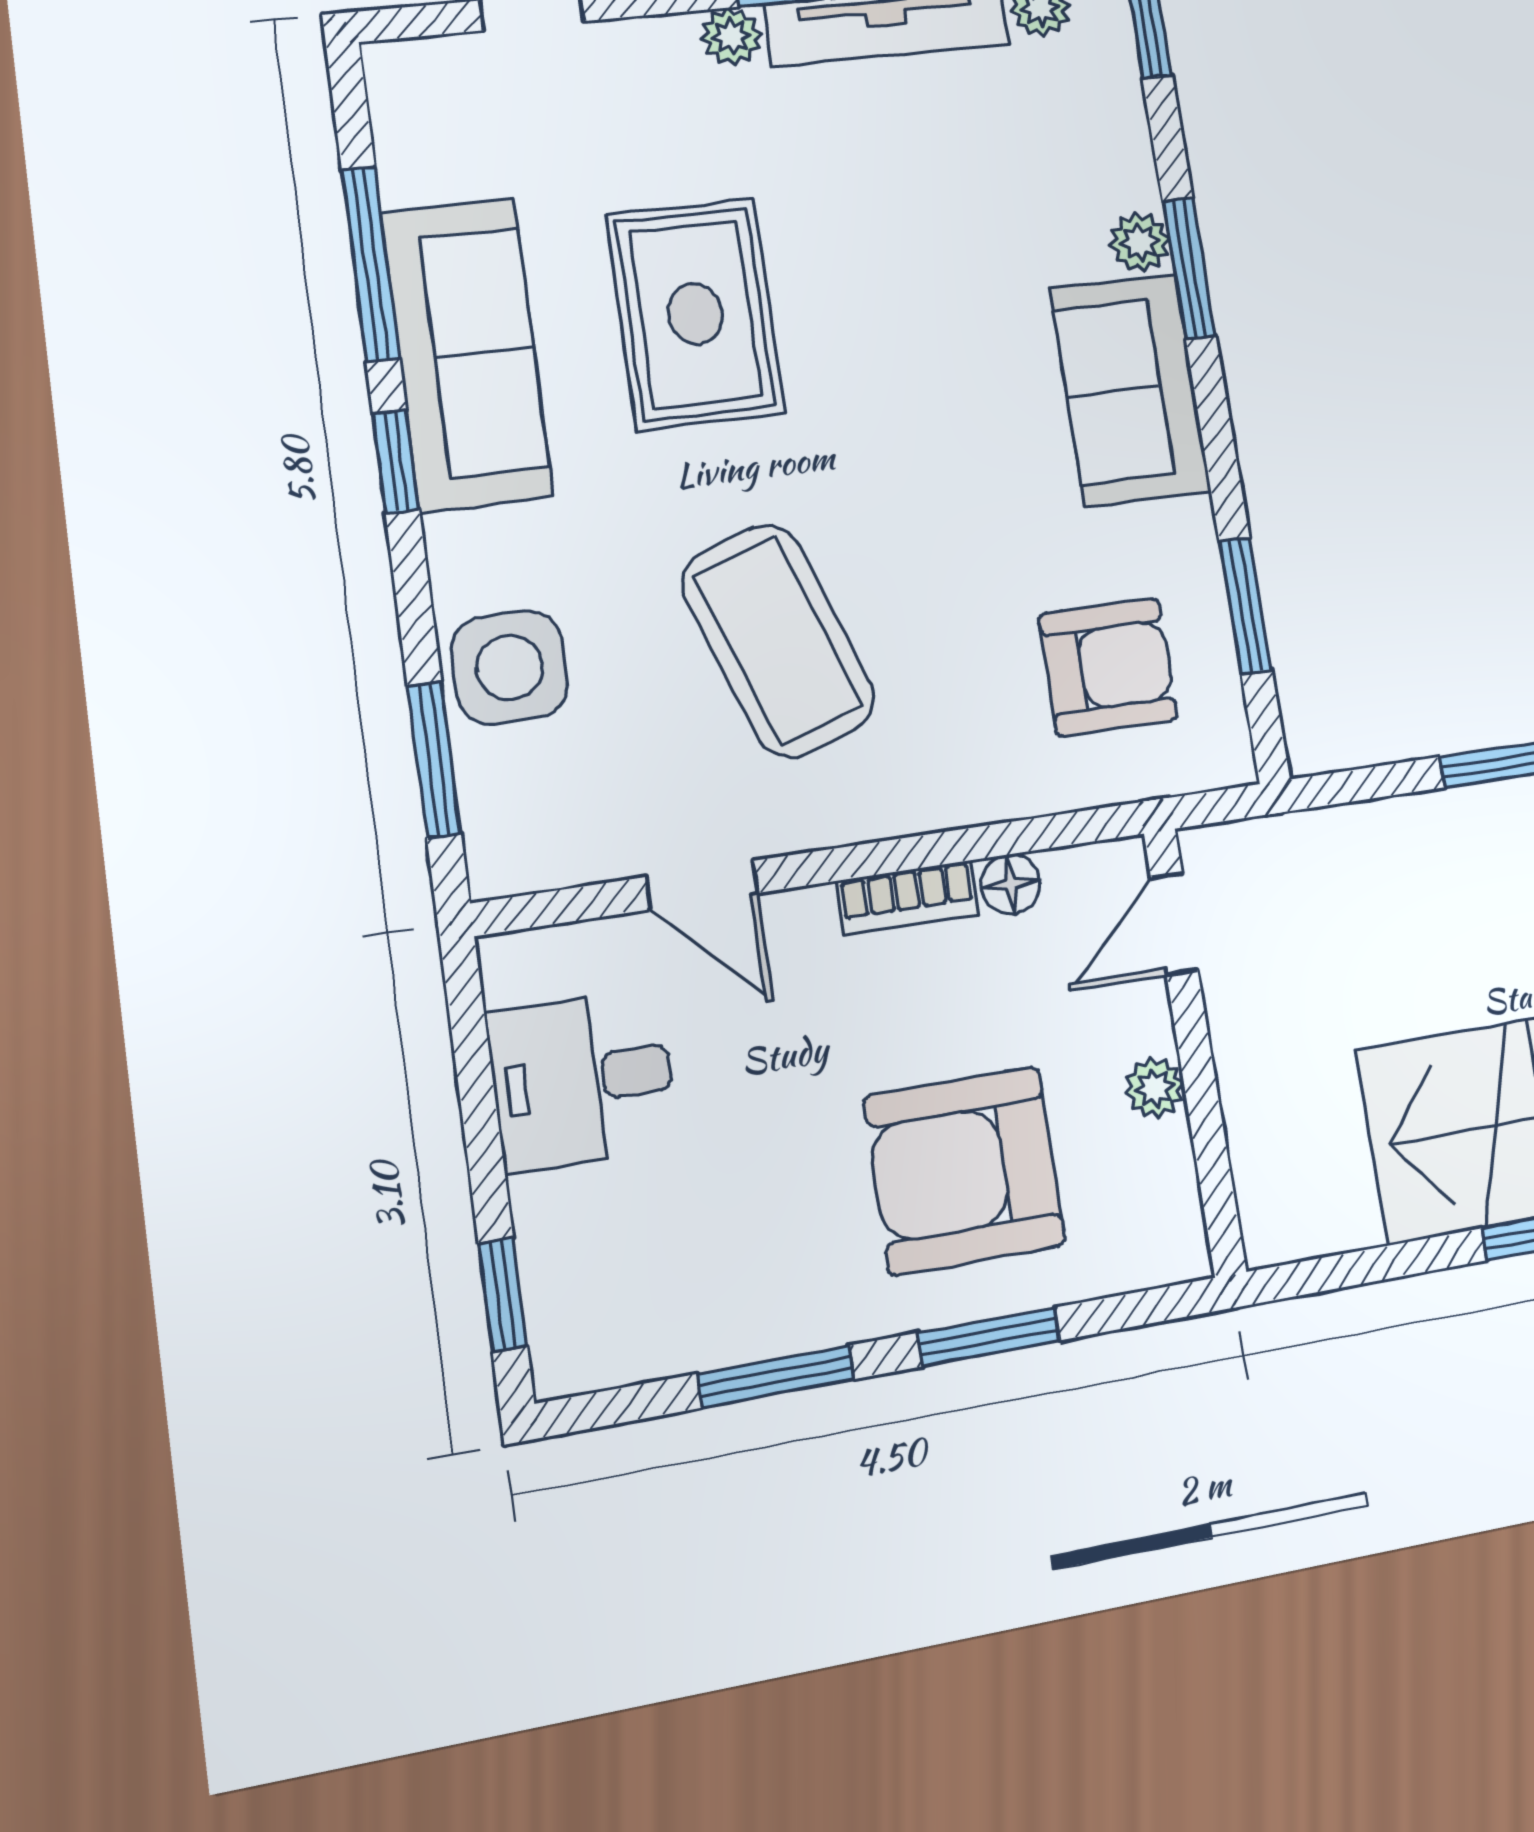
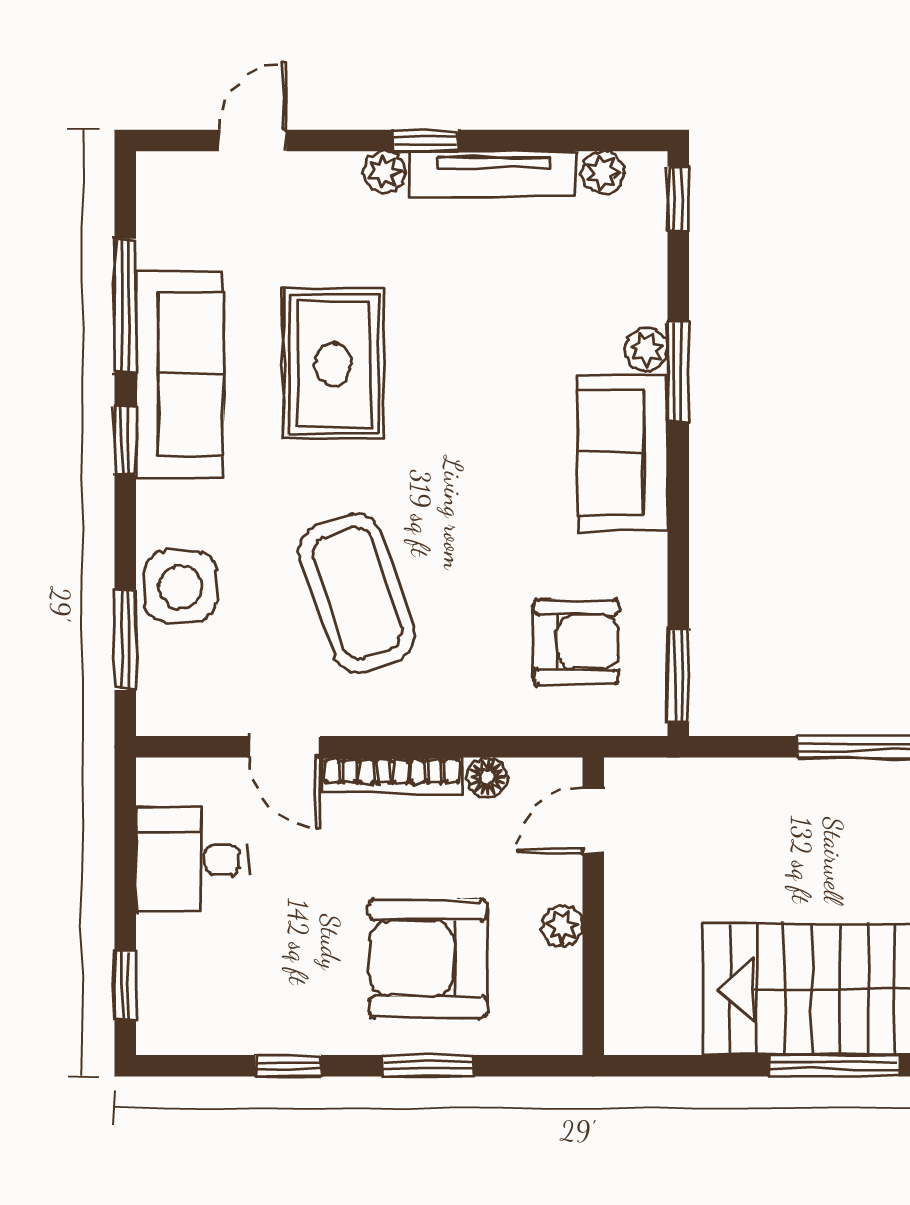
window: (1245, 606) -> (678, 675), moved
bookcase: (908, 897) -> (392, 776), width x1.56
window: (776, 1376) -> (288, 1066), width x0.67

